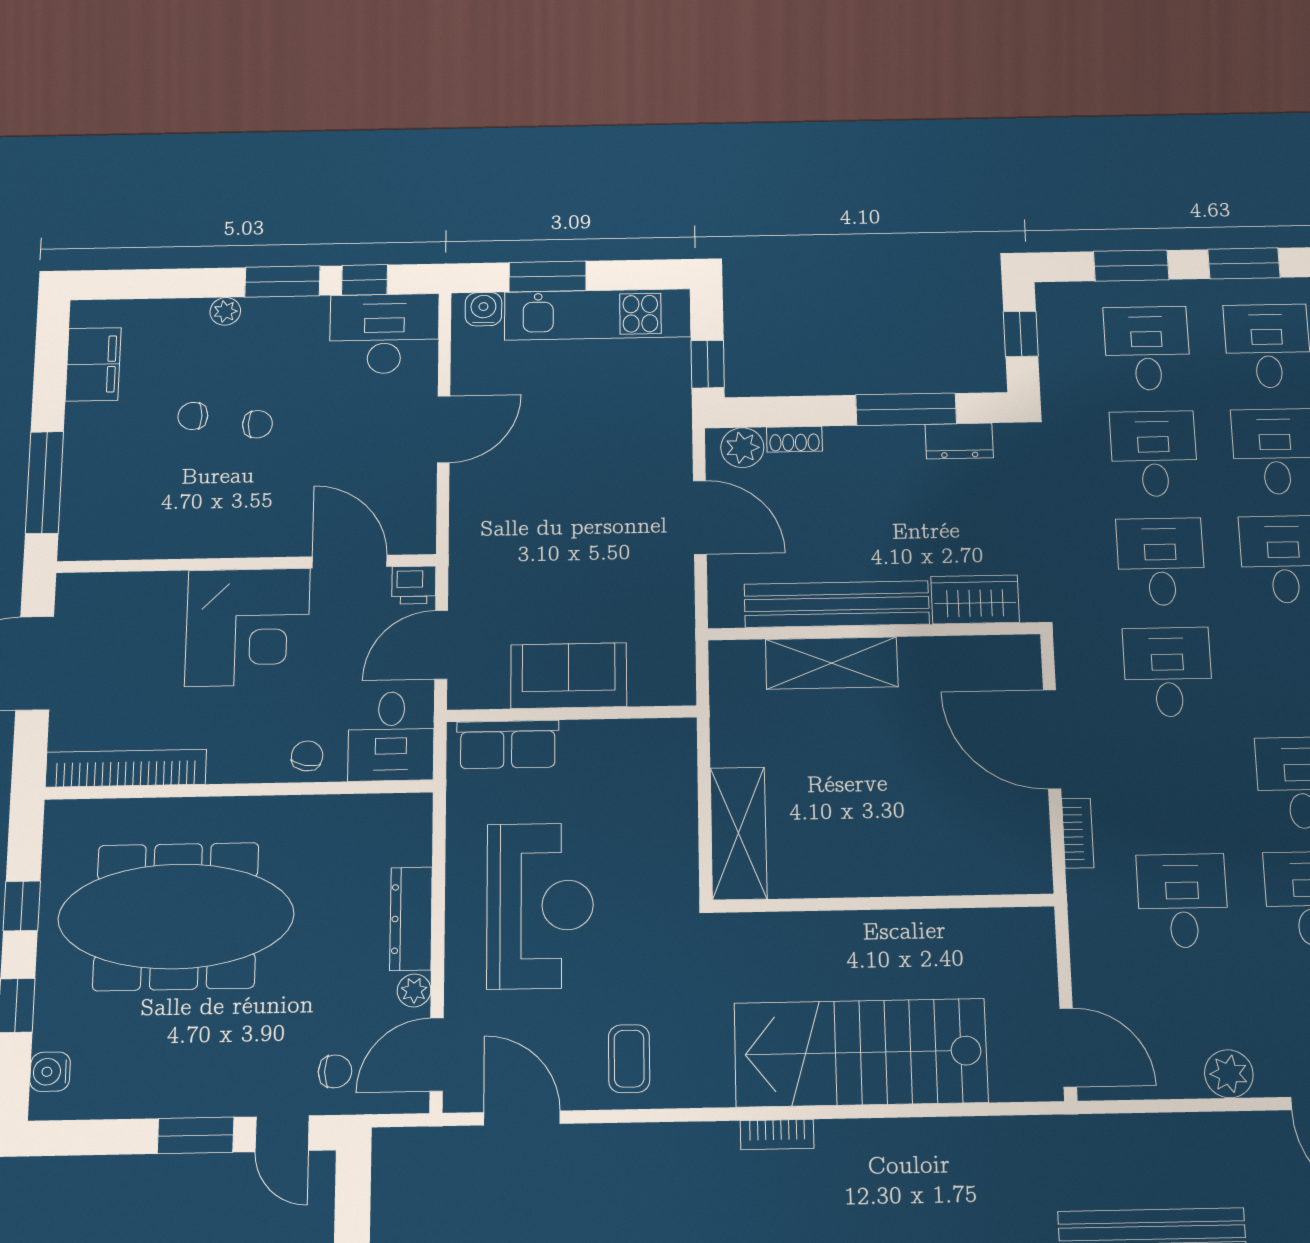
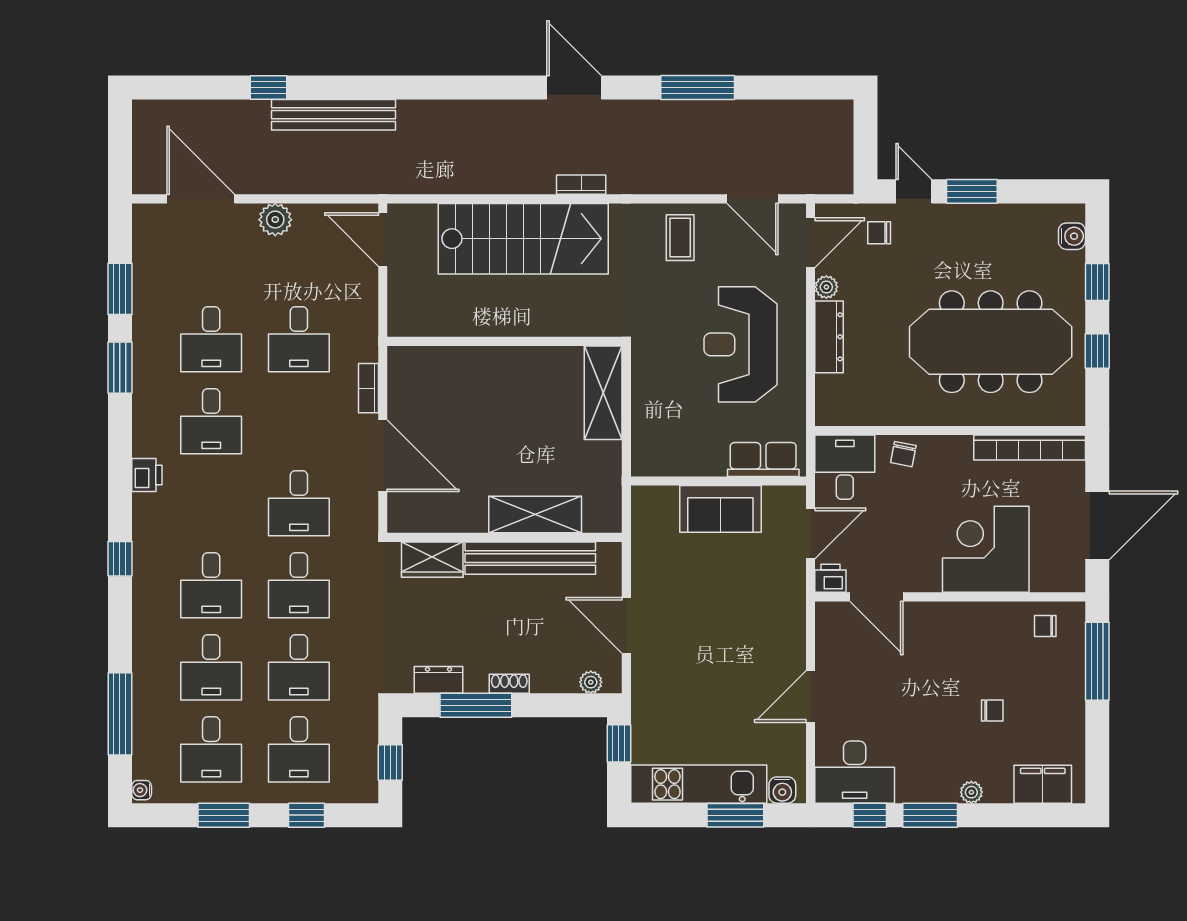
window: (1131, 266) -> (307, 815), width x0.67
filing cabinet: (93, 364) -> (1043, 784), moved, turned 90
chair: (257, 424) -> (1045, 626), moved
shoe rack: (794, 439) -> (509, 684), moved
plant: (742, 448) -> (591, 682), width x0.73, depth x0.73
corner desk: (248, 627) -> (986, 549), moved

